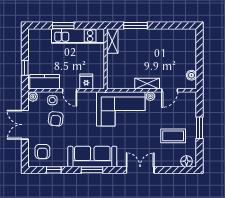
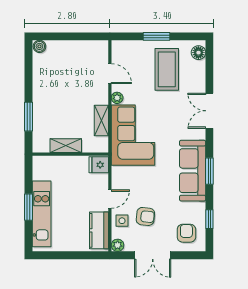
kitchen unit: (78, 36) -> (42, 214), moved
shelving: (112, 41) -> (66, 146), moved
window: (25, 68) -> (82, 255), removed
boiler: (192, 75) -> (39, 46), moved
fridge: (86, 82) -> (99, 165), moved
shelving: (147, 84) -> (101, 120), moved
coffee table: (173, 136) -> (167, 69), width x1.36, depth x1.32
armchair: (42, 152) -> (186, 233), turned -90

